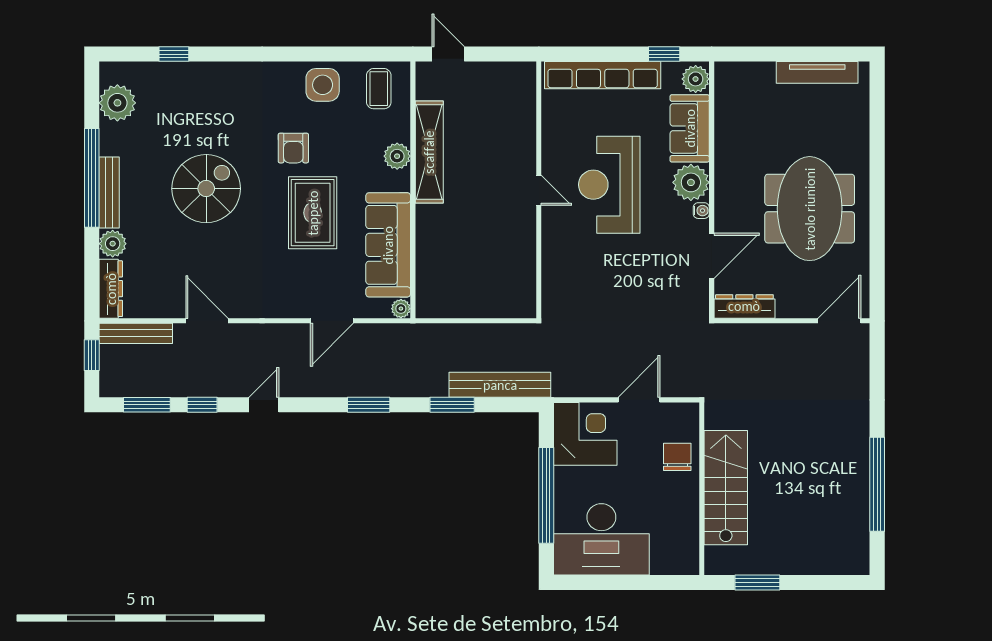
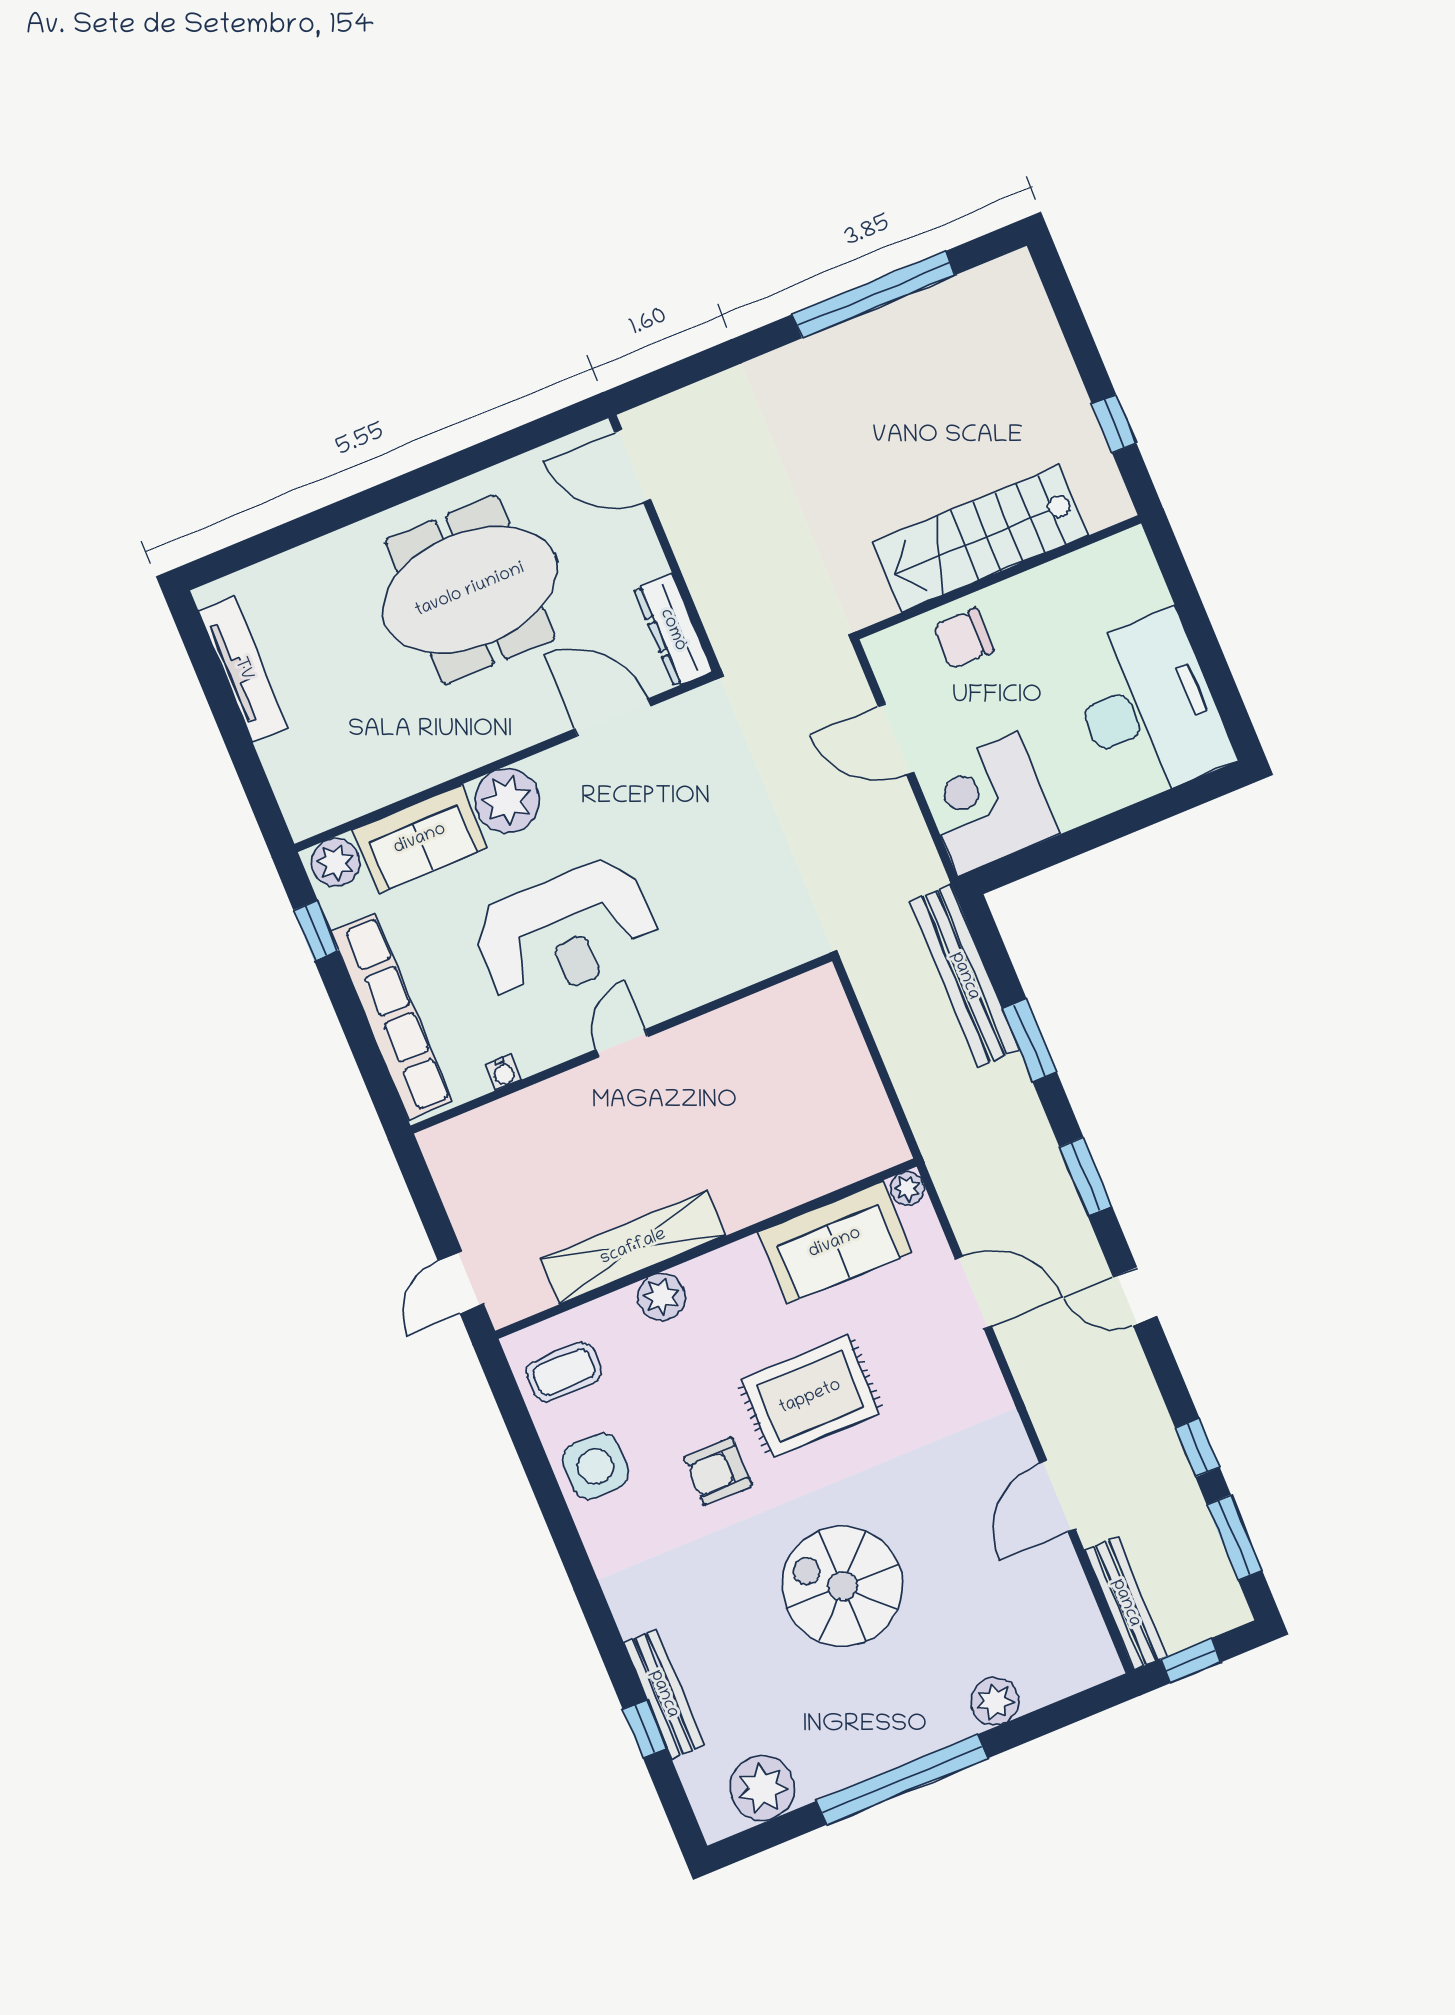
armchair: (293, 148) -> (718, 1471), turned 180
bench: (109, 192) -> (664, 1694), moved, turned 90
water cooler: (701, 211) -> (504, 1072), moved, turned 180
sofa: (388, 245) -> (835, 1243), width x0.73
dresser: (111, 289) -> (1070, 1674), removed
door: (264, 405) -> (1135, 1296), moved
window: (546, 495) -> (1114, 826), removed
window: (757, 583) -> (1114, 424), width x0.67

